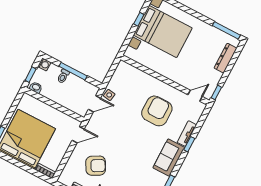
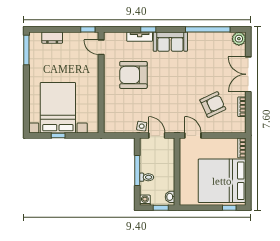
dresser: (225, 58) -> (52, 38), width x0.70
armchair: (96, 166) -> (213, 105), turned 94

